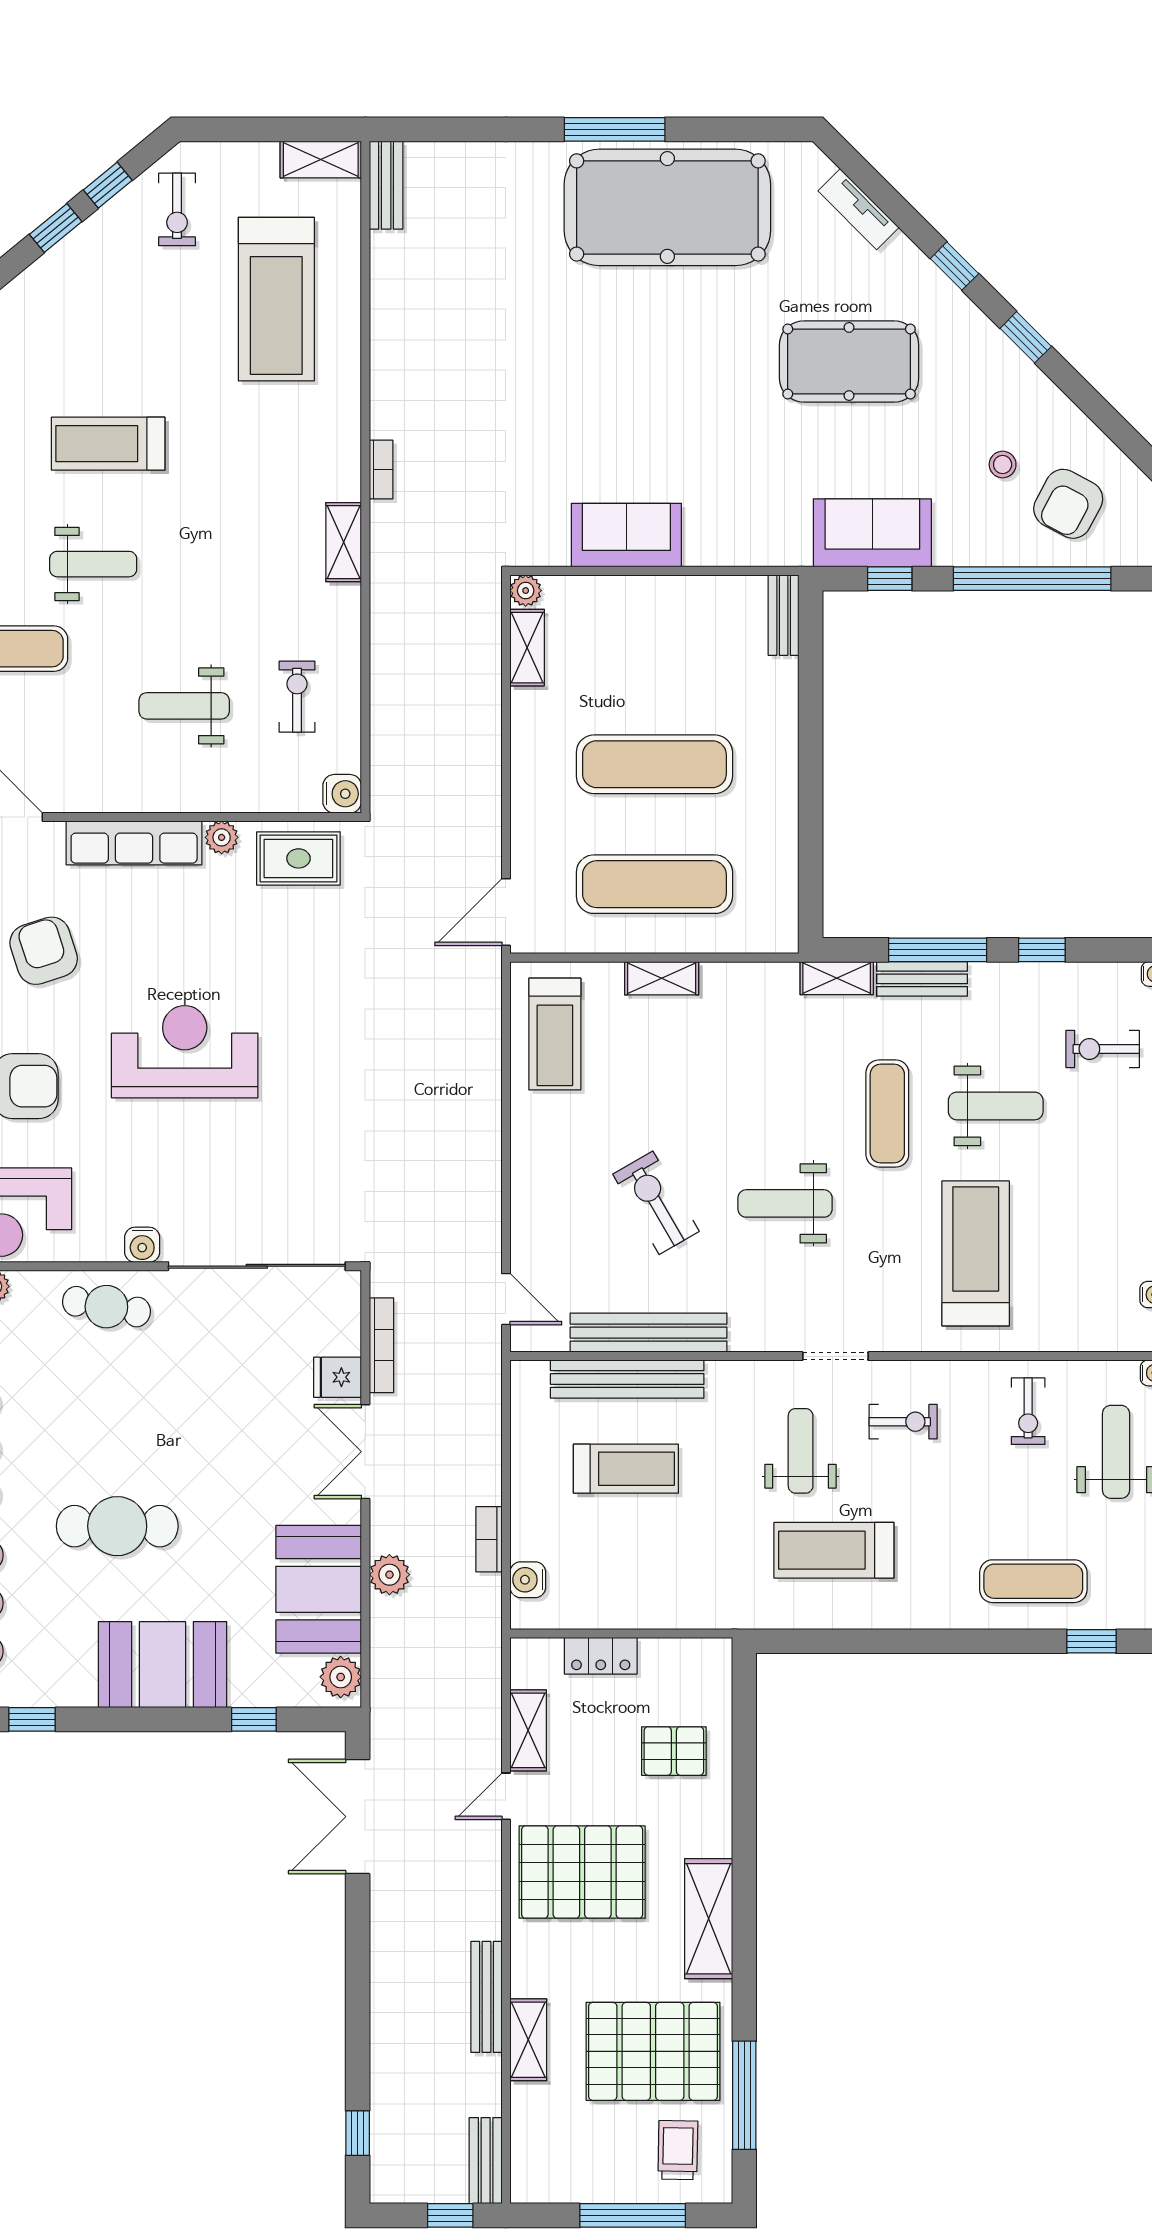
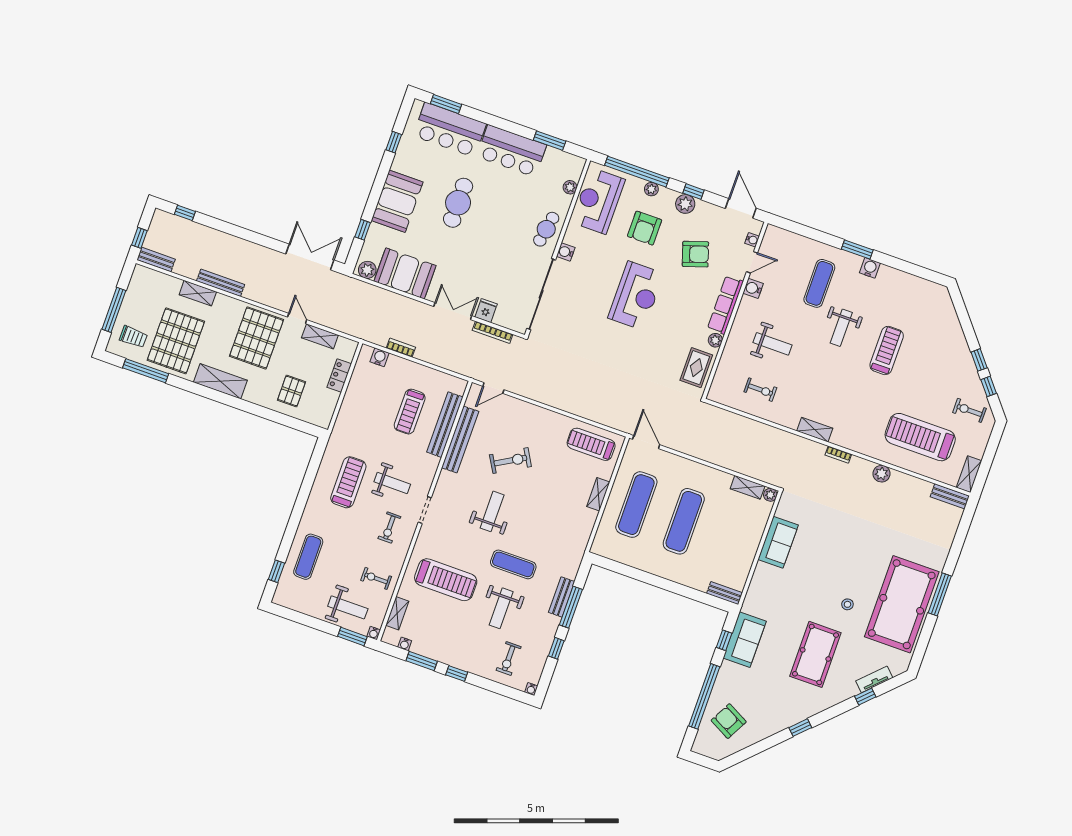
window: (954, 266) -> (865, 697), moved
stool: (1003, 464) -> (847, 604), moved
weight bench: (184, 706) -> (772, 344), turned 90
water cooler: (342, 794) -> (753, 288), moved, turned 90
shelving: (837, 978) -> (397, 613), moved
exercise bike: (1103, 1049) -> (509, 658), turned 180
plant: (389, 1575) -> (882, 474), moved

